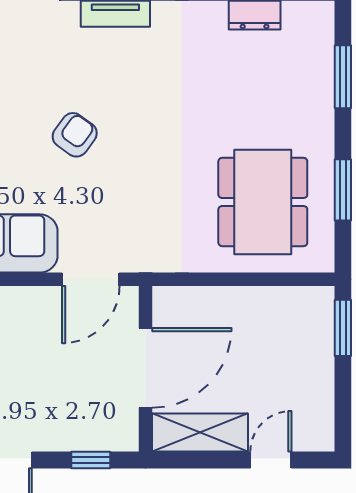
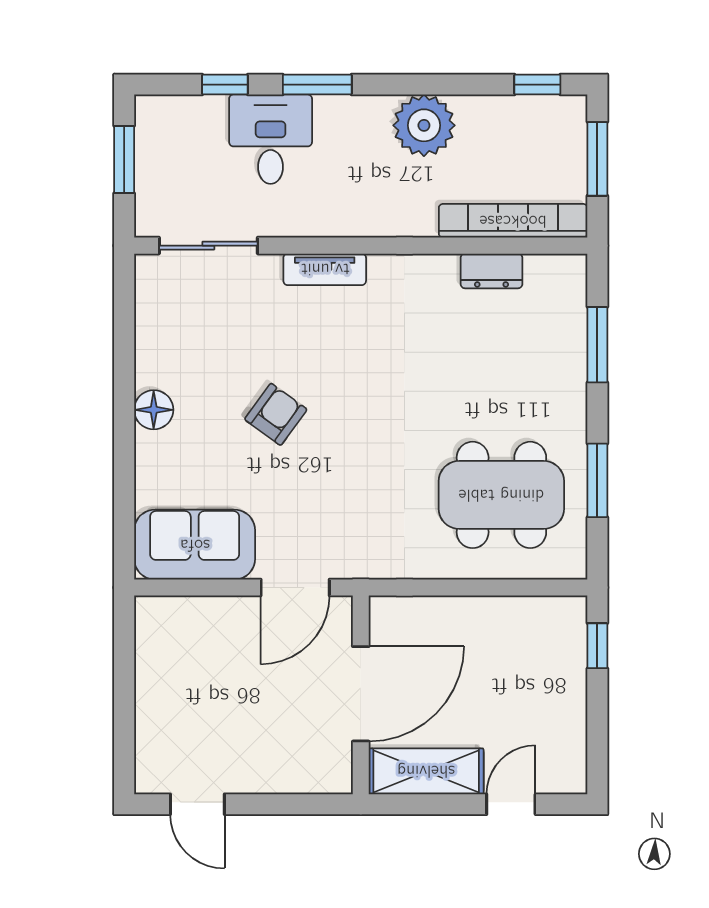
dining table: (263, 202) -> (501, 495), turned 90
window: (343, 328) -> (597, 646), width x0.67
window: (91, 460) -> (295, 804), removed

